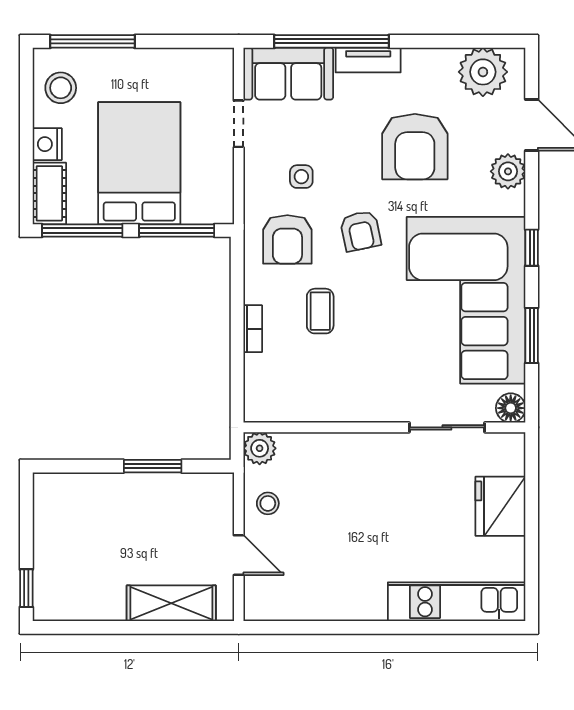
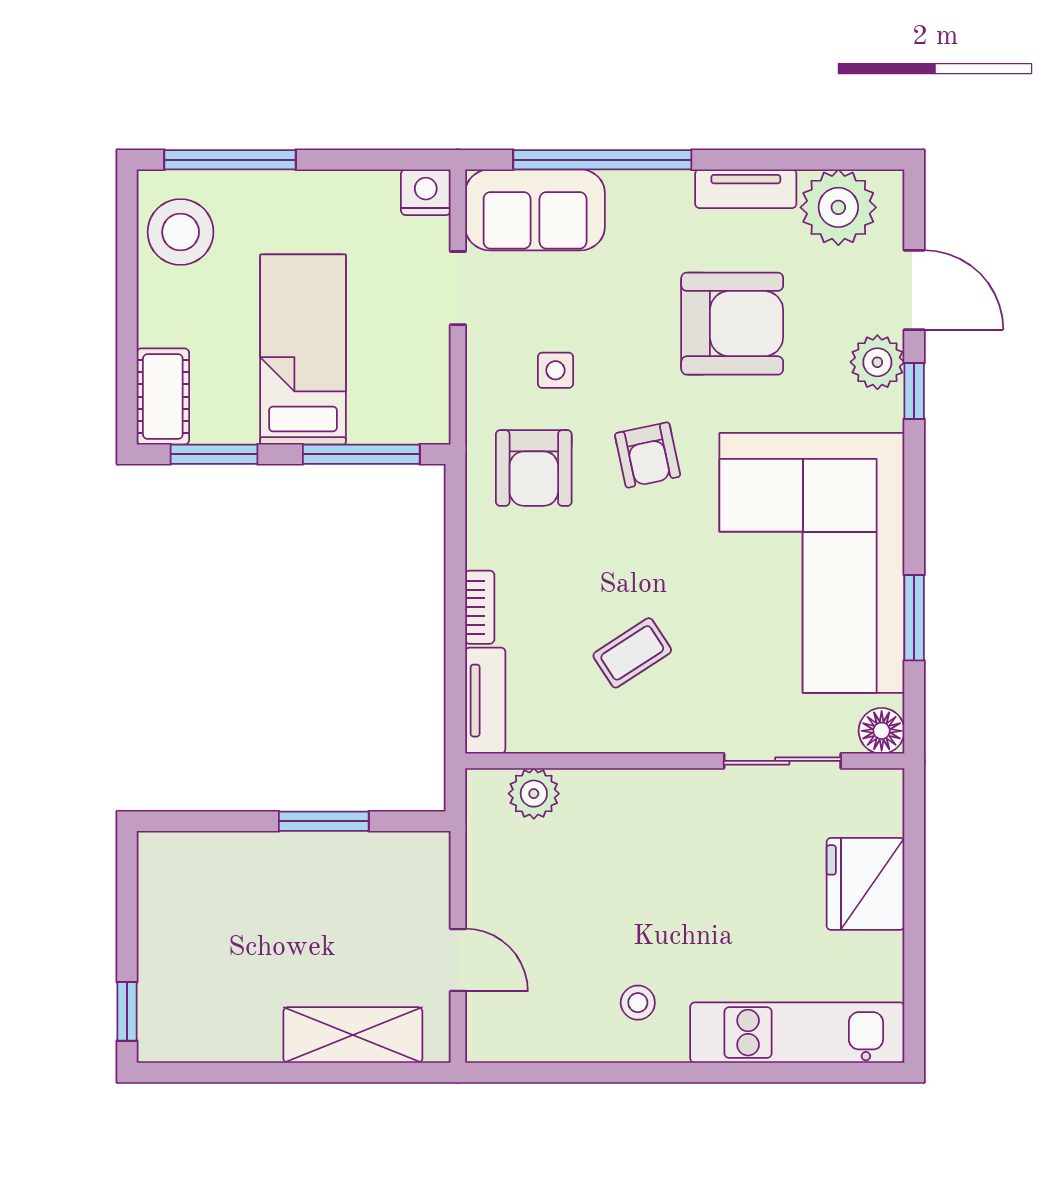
tv unit: (368, 60) -> (746, 189), moved
stool: (61, 88) -> (181, 232), width x1.38, depth x1.38
nightstand: (47, 144) -> (426, 192), moved, turned 90
armchair: (415, 147) -> (732, 324), turned -90
bed: (139, 163) -> (303, 350), width x0.67
window: (82, 231) -> (214, 454), width x0.69
window: (532, 248) -> (914, 391), moved
coffee table: (320, 311) -> (632, 653), moved, turned 57
tv unit: (256, 389) -> (485, 701), added
plant: (260, 448) -> (534, 794), moved
stool: (268, 503) -> (638, 1003), moved

